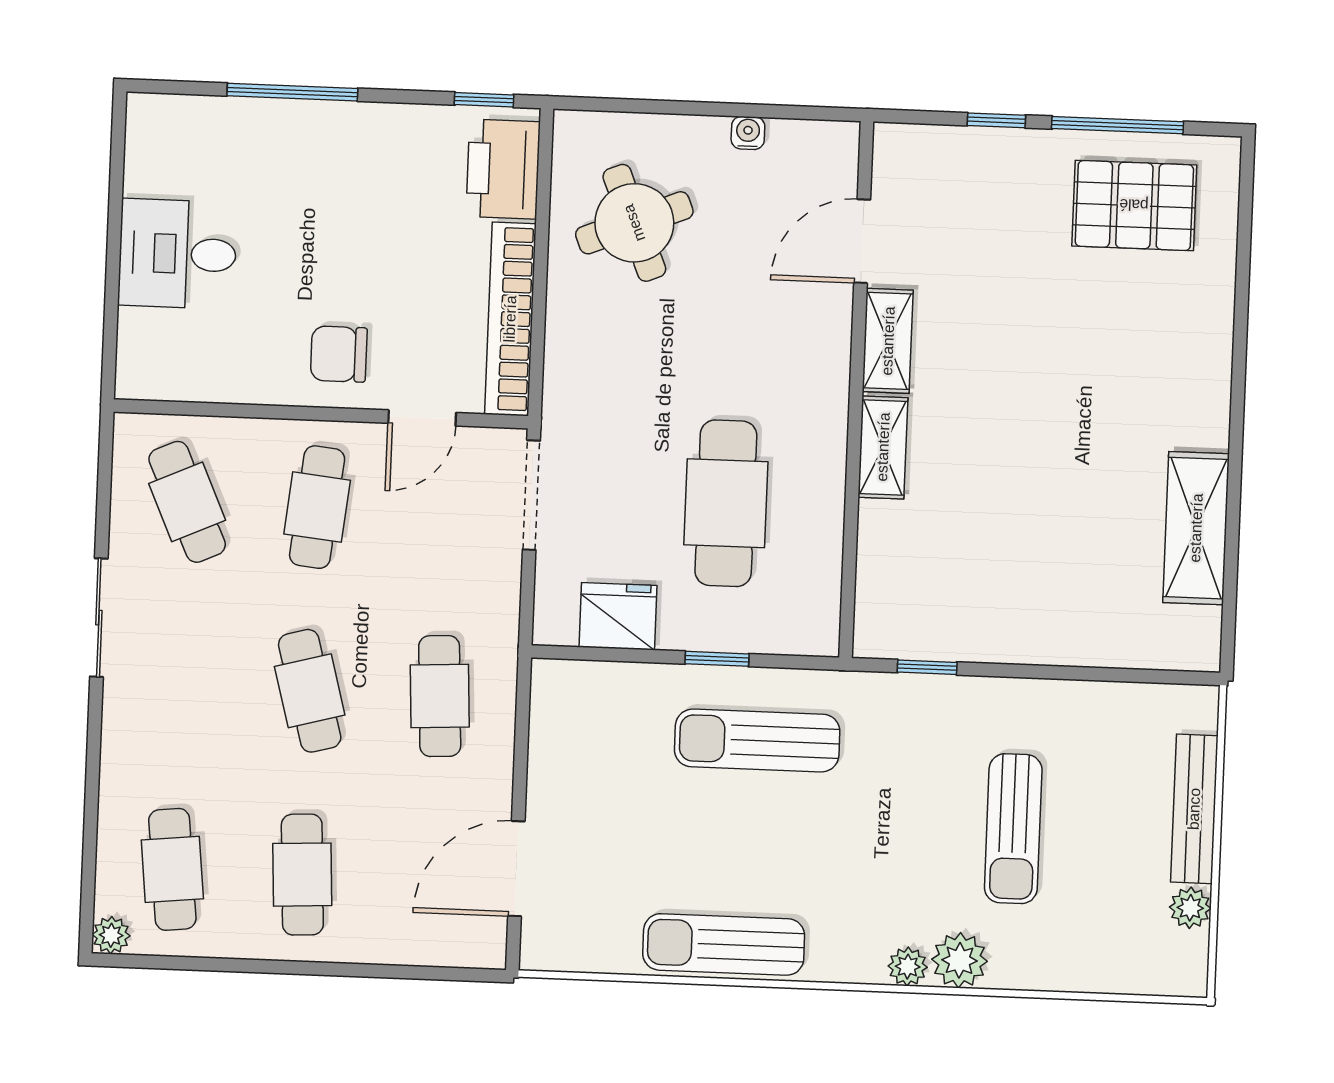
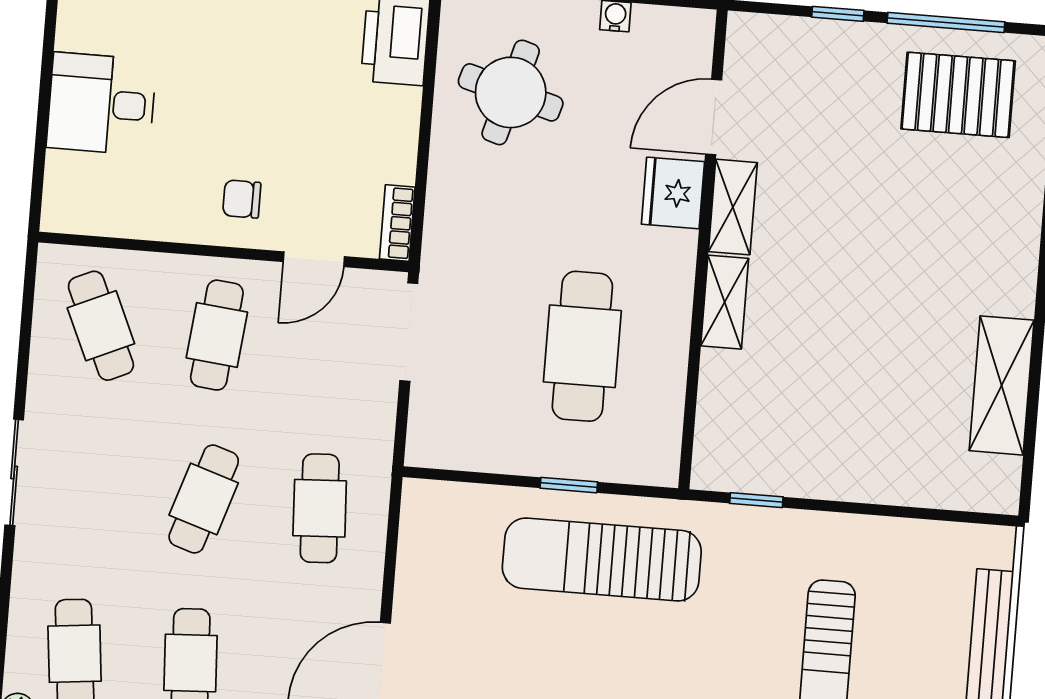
round table: (634, 223) -> (511, 92), turned 38
bookcase: (510, 319) -> (397, 223), width x0.43, depth x0.76
chair: (339, 354) -> (242, 199), width x0.73, depth x0.73
fridge: (618, 616) -> (673, 193), moved, turned -90
sliding door: (99, 618) -> (14, 472), moved
cafe table: (310, 691) -> (204, 499), turned 33
sun lounger: (757, 741) -> (602, 559), width x1.36, depth x1.34

